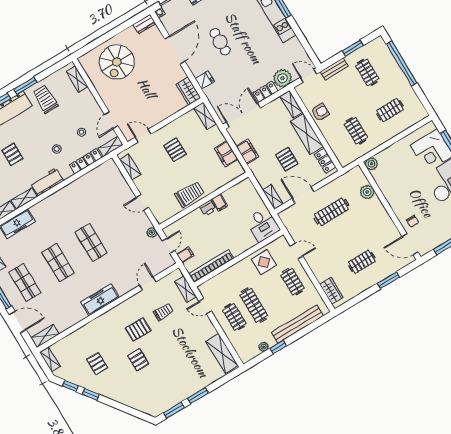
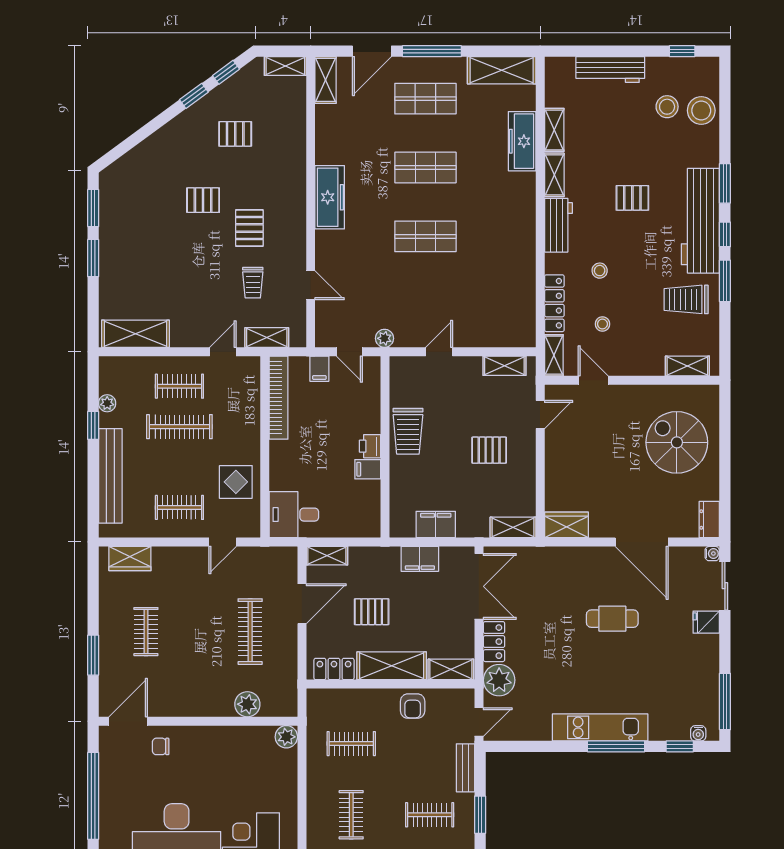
fridge: (205, 80) -> (568, 560), removed
trolley: (46, 99) -> (686, 299), turned 180

